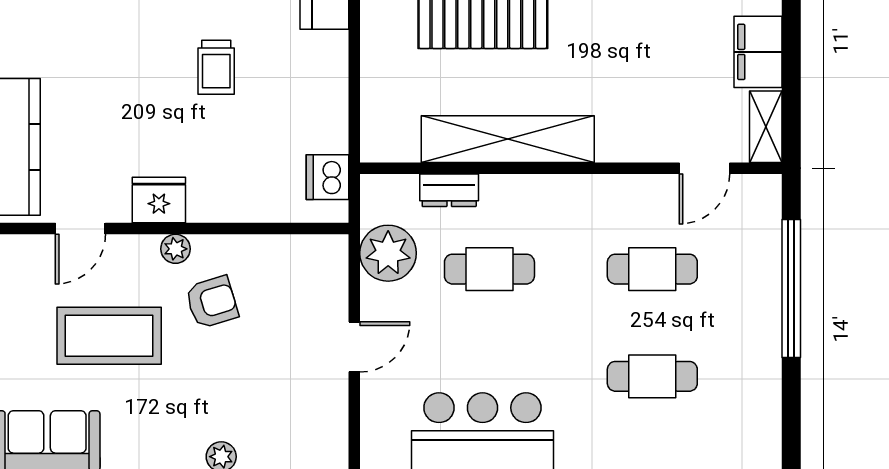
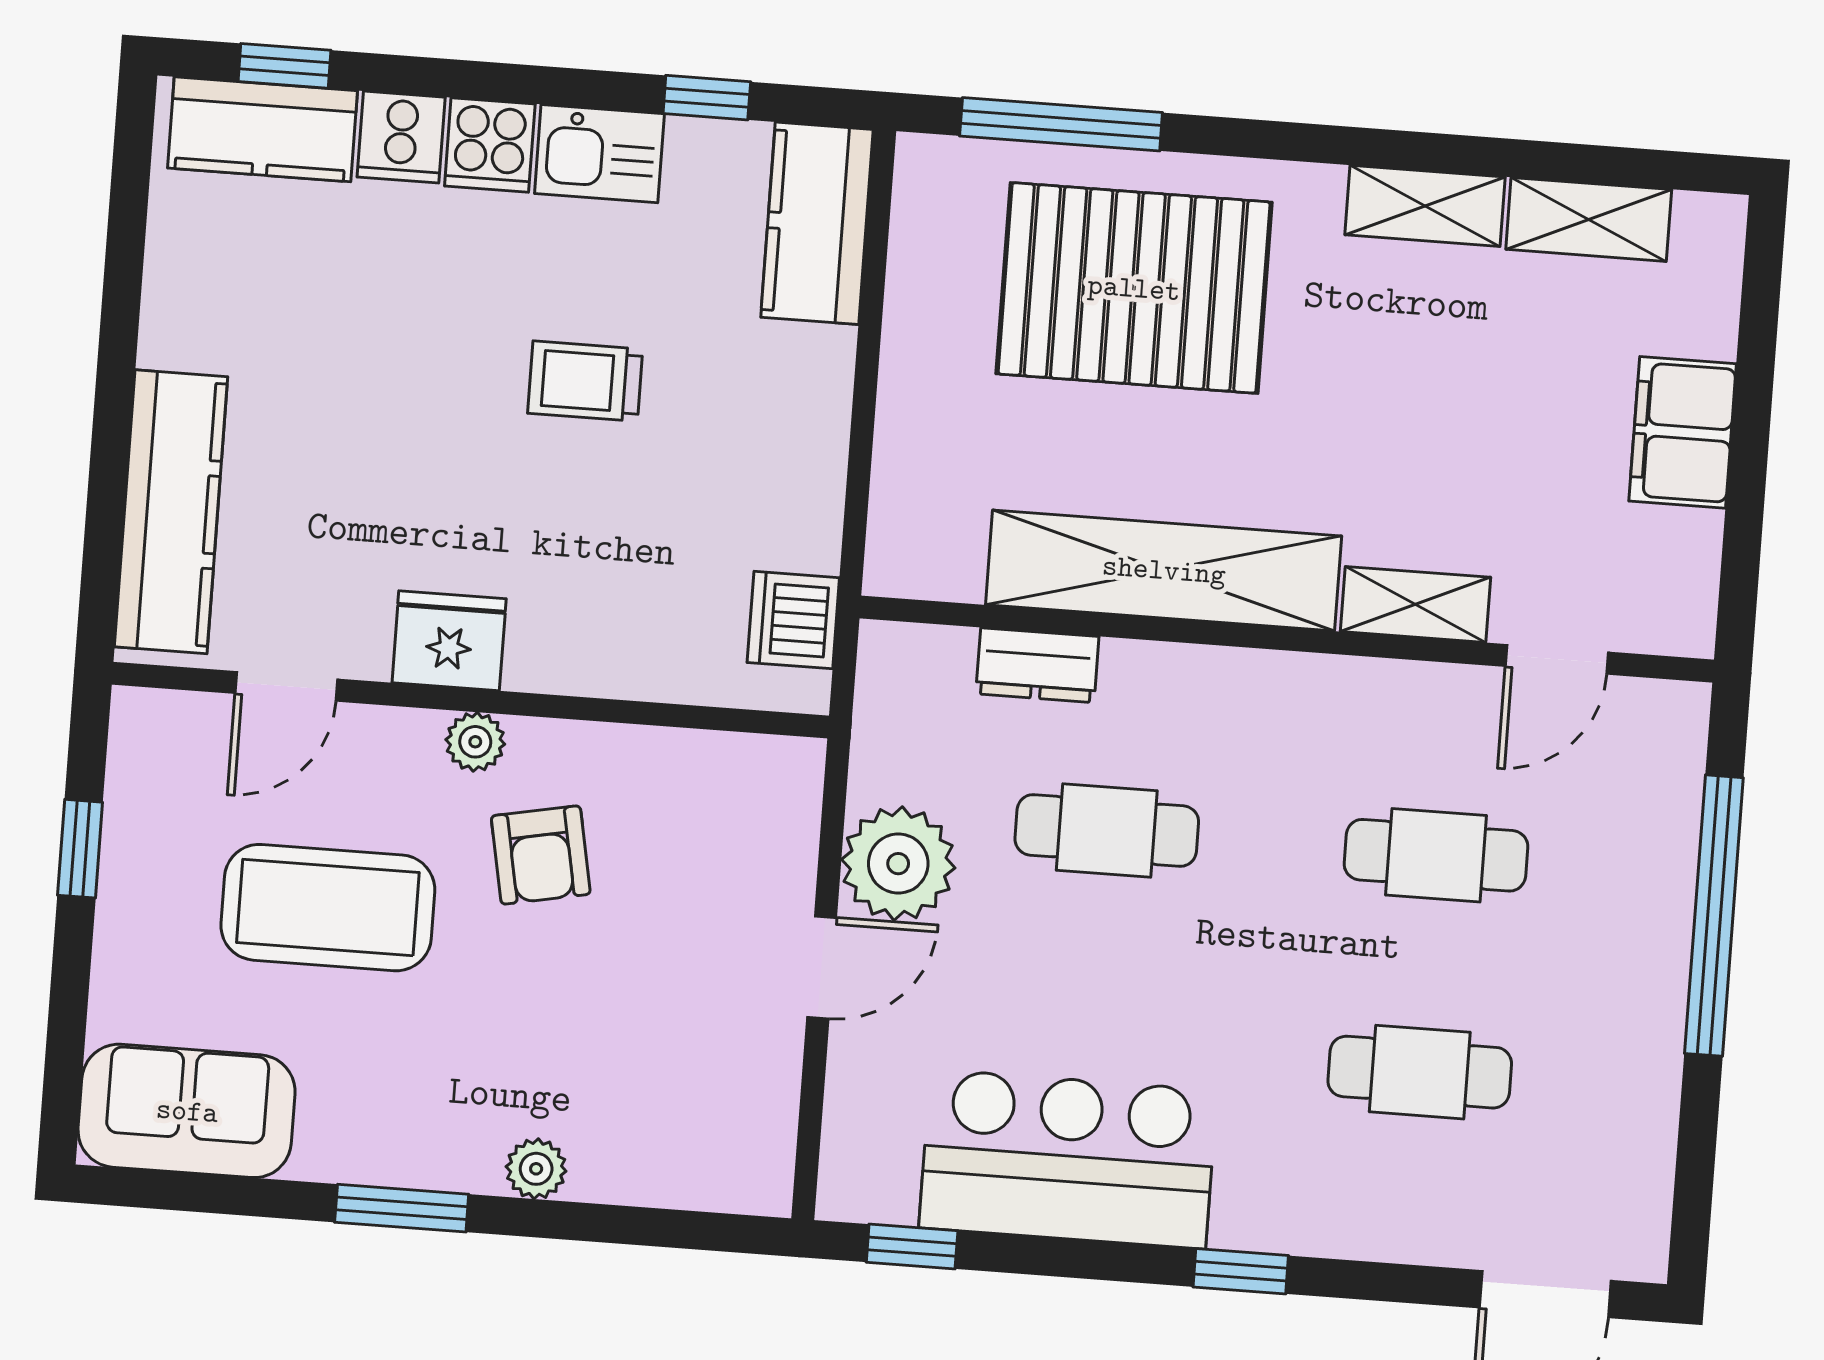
trolley: (216, 67) -> (585, 381), turned 90
shelving: (766, 127) -> (1416, 604), moved, turned 90
plant: (388, 253) -> (898, 864), moved
armchair: (212, 302) -> (541, 855), turned 96

